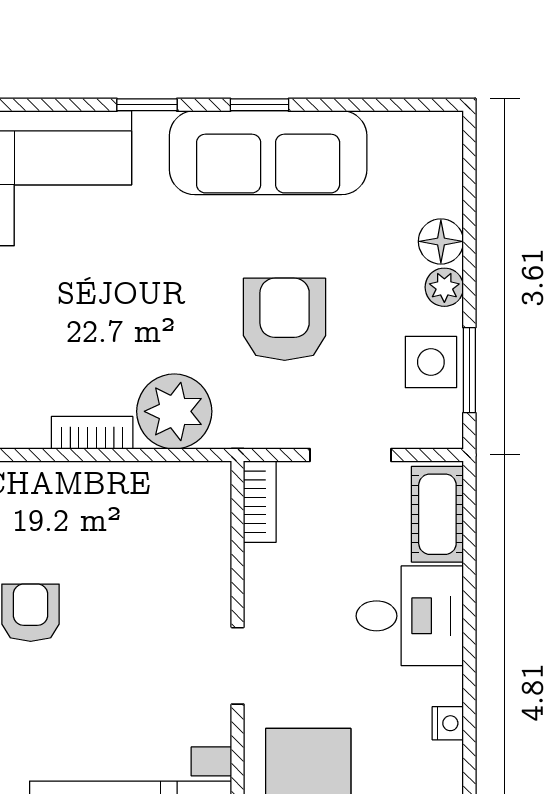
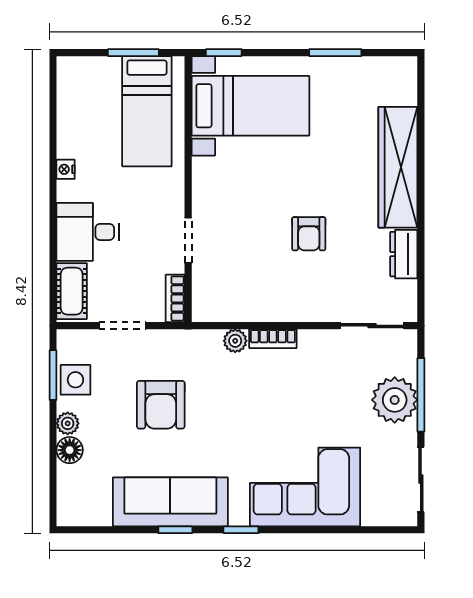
plant: (174, 411) -> (235, 341), width x0.53, depth x0.53
doorway: (238, 666) -> (188, 240), moved

